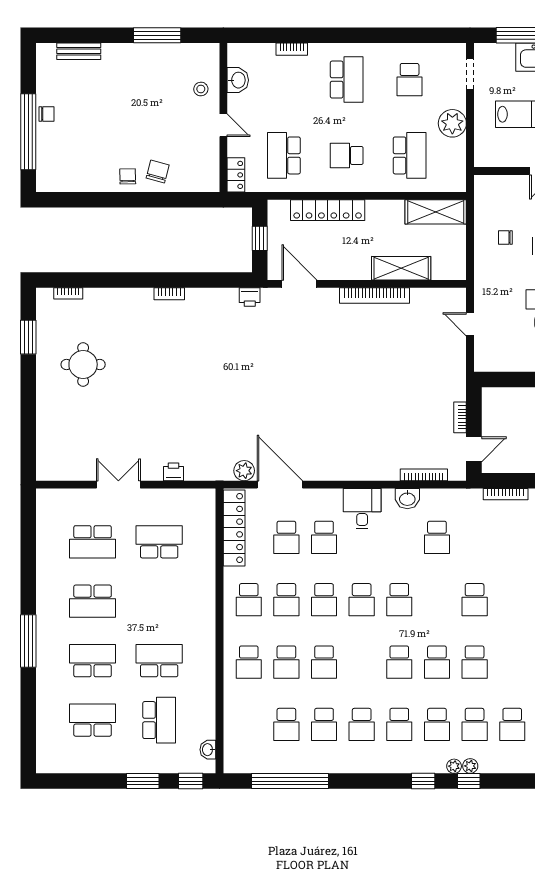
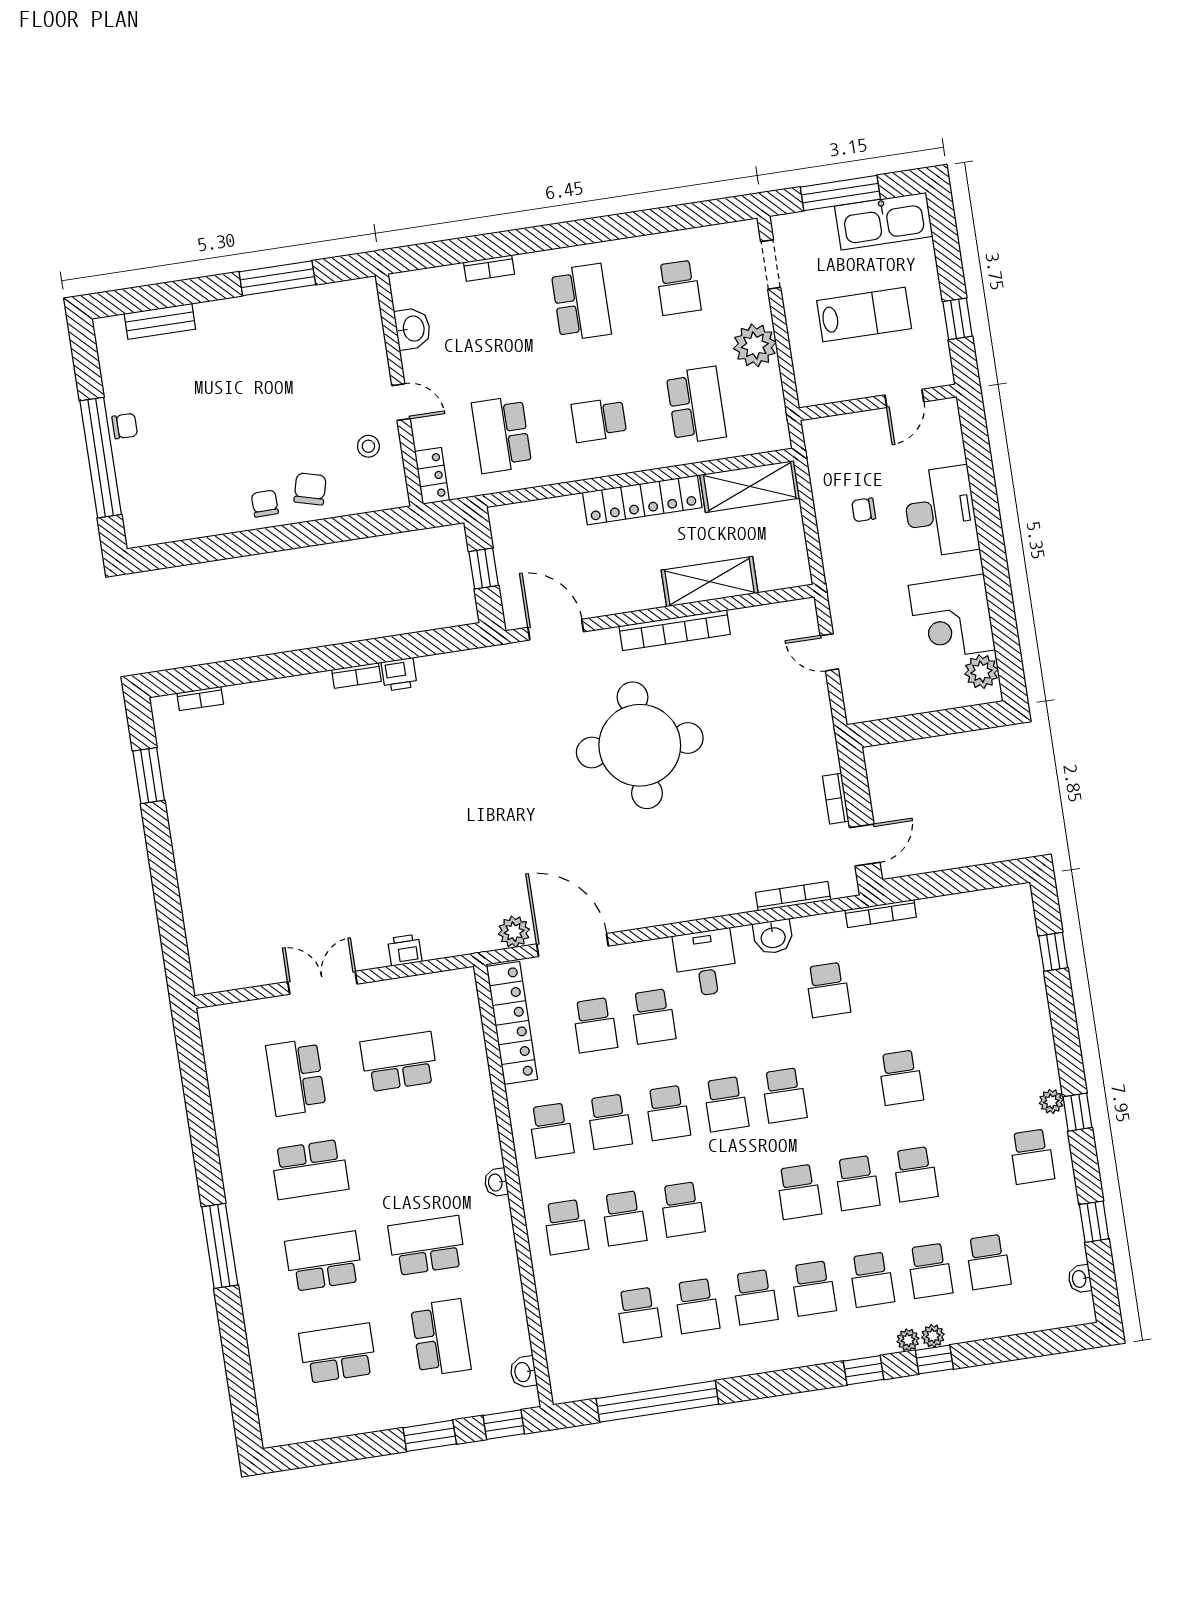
stool: (201, 89) -> (368, 446), moved
locker: (328, 210) -> (642, 500), moved
printer: (250, 297) -> (399, 674), moved
round table: (83, 364) -> (640, 745), moved, width x1.86, depth x1.86
bookcase: (506, 494) -> (881, 913), moved
school desk: (93, 542) -> (296, 1077), turned 90
washbasin: (209, 627) -> (496, 1182), added

